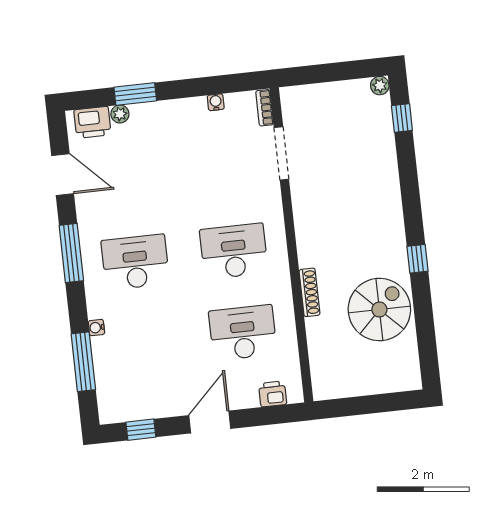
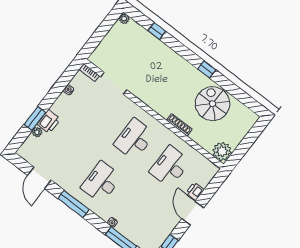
window: (402, 118) -> (157, 31), moved
printer: (92, 122) -> (49, 122), moved
door: (63, 175) -> (39, 178), swing flipped
plant: (329, 382) -> (222, 151), added
printer: (273, 394) -> (195, 191), moved

